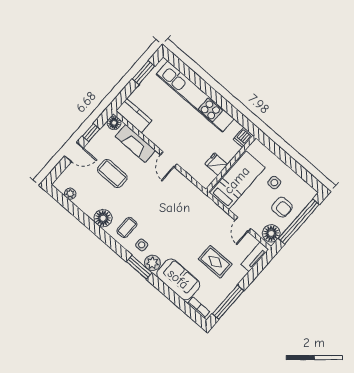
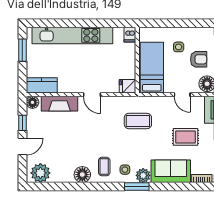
fridge: (216, 164) -> (128, 86), moved
coffee table: (112, 174) -> (138, 121), moved
plant: (70, 194) -> (40, 173), width x1.88, depth x1.88

